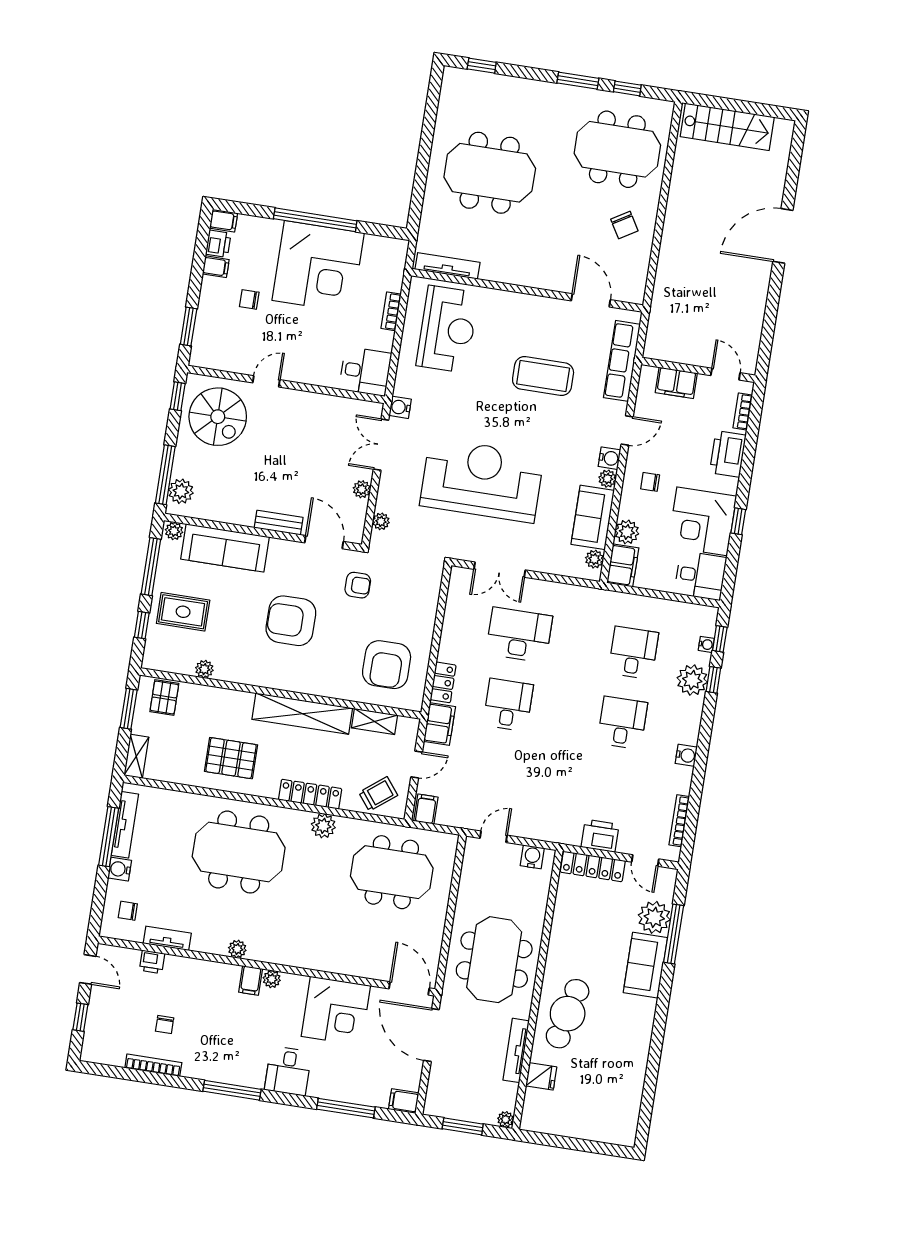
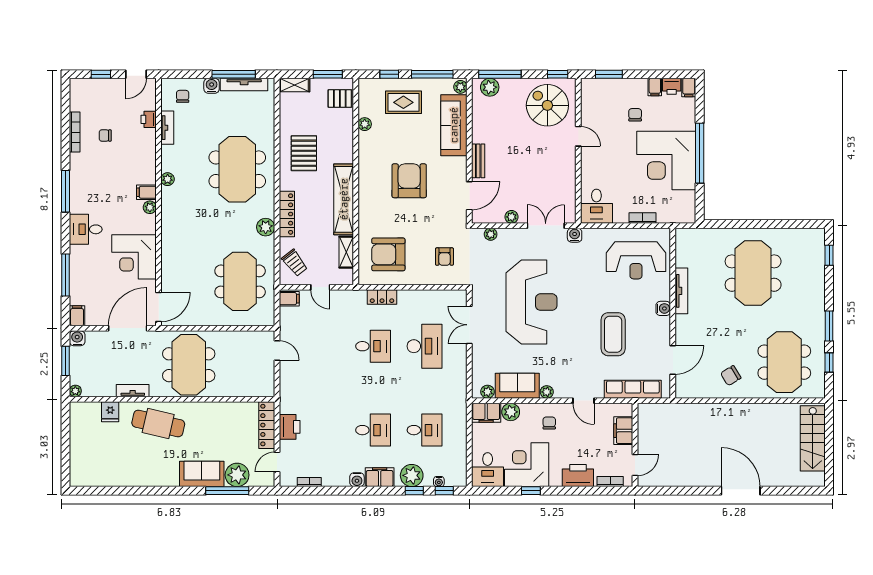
tv unit: (448, 266) -> (681, 291), moved
spiral stairs: (218, 417) -> (547, 105), turned 90
water cooler: (609, 458) -> (663, 308), moved, turned -90
armchair: (358, 585) -> (444, 257), moved
rug: (183, 612) -> (403, 102), turned 90
filing cabinet: (440, 724) -> (380, 477), moved, turned 180
bookcase: (679, 821) -> (309, 482), width x0.64
water cooler: (532, 857) -> (77, 338), moved, turned -90
meeting table: (494, 960) -> (189, 365), turned 90
tv unit: (516, 1050) -> (133, 391), width x0.71

